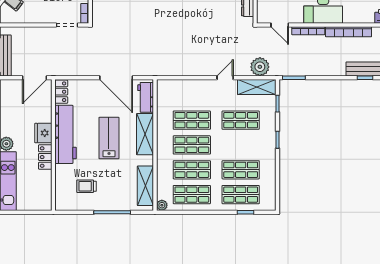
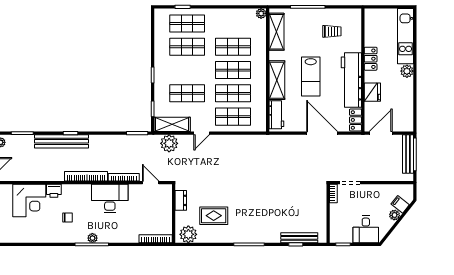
door: (116, 78) -> (322, 133), moved
fridge: (43, 133) -> (372, 92), moved
shop shelf: (192, 195) -> (233, 117), moved

